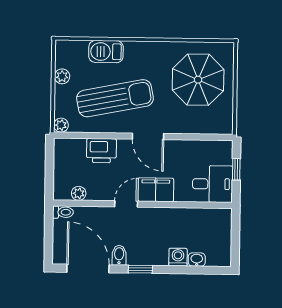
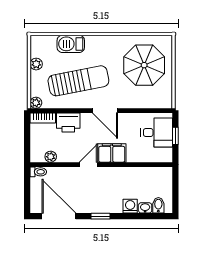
bookcase: (69, 144) -> (43, 118), added
desk: (212, 184) -> (157, 132), moved
bidet: (119, 255) -> (158, 205), moved

